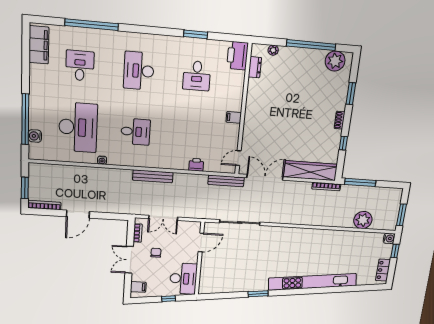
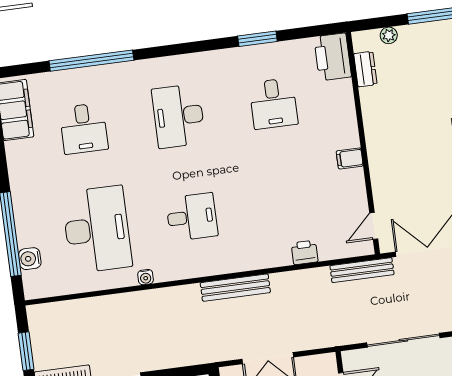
desk: (80, 66) -> (84, 129), turned 180

